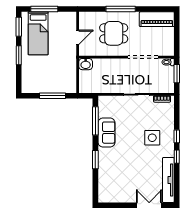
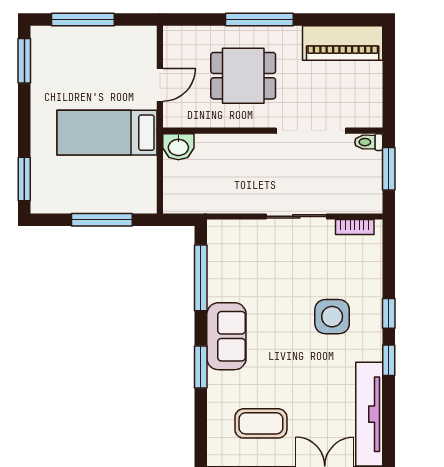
bed: (38, 33) -> (107, 133), moved, turned 90
window: (19, 55) -> (24, 179), moved
sofa: (106, 133) -> (226, 336), moved
coffee table: (121, 184) -> (261, 423), added

